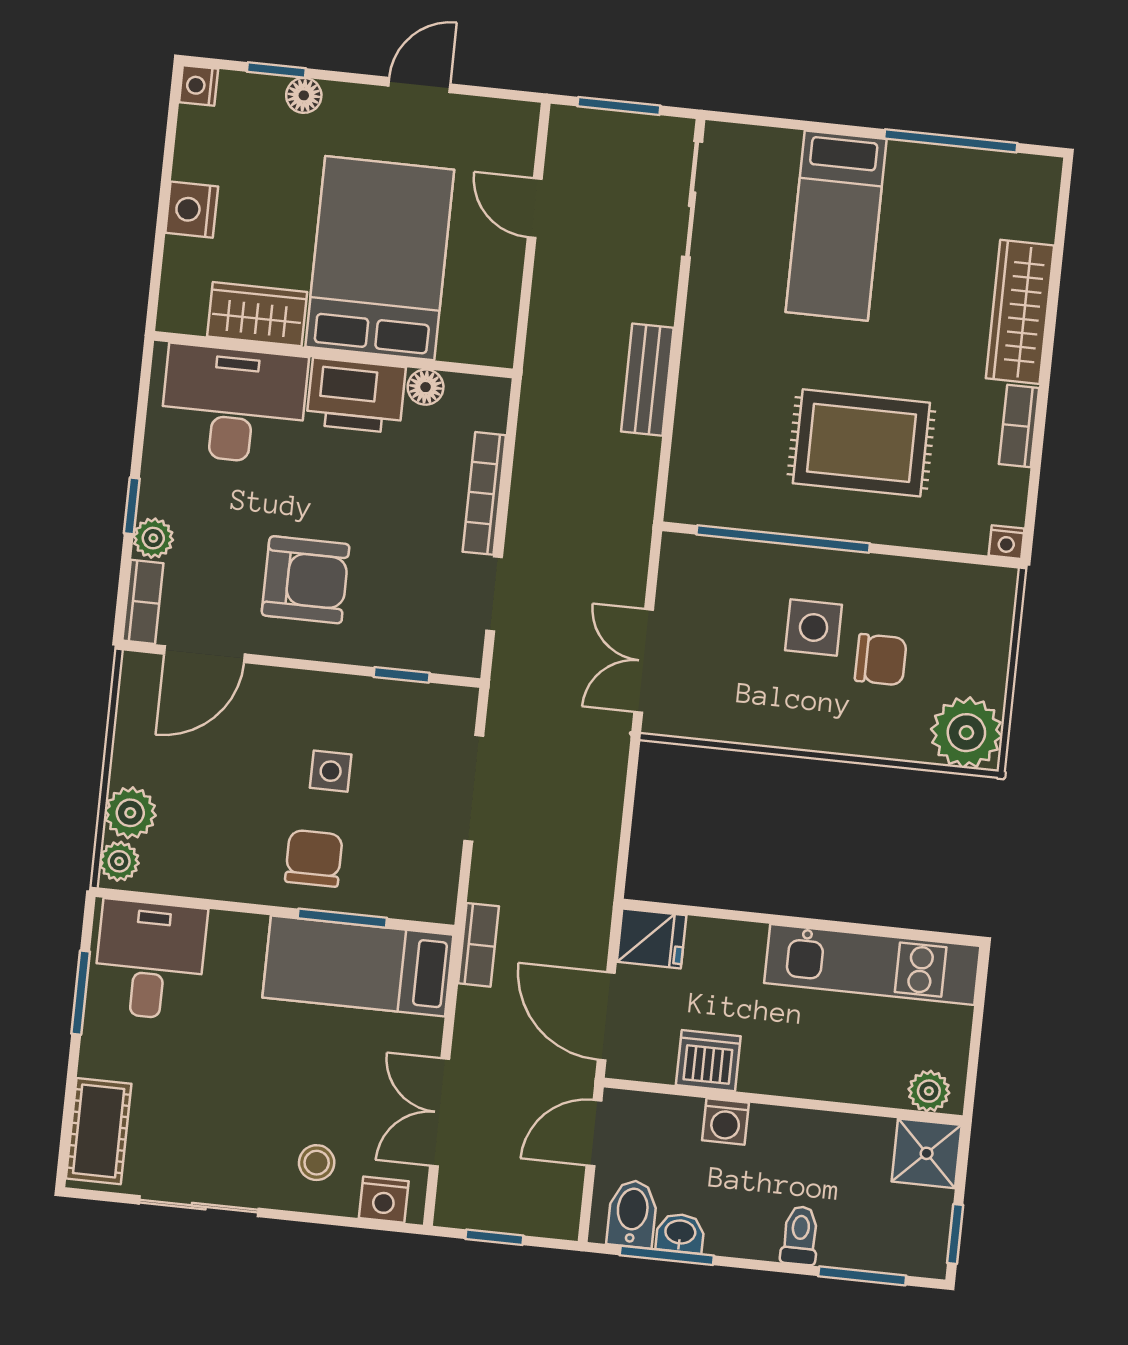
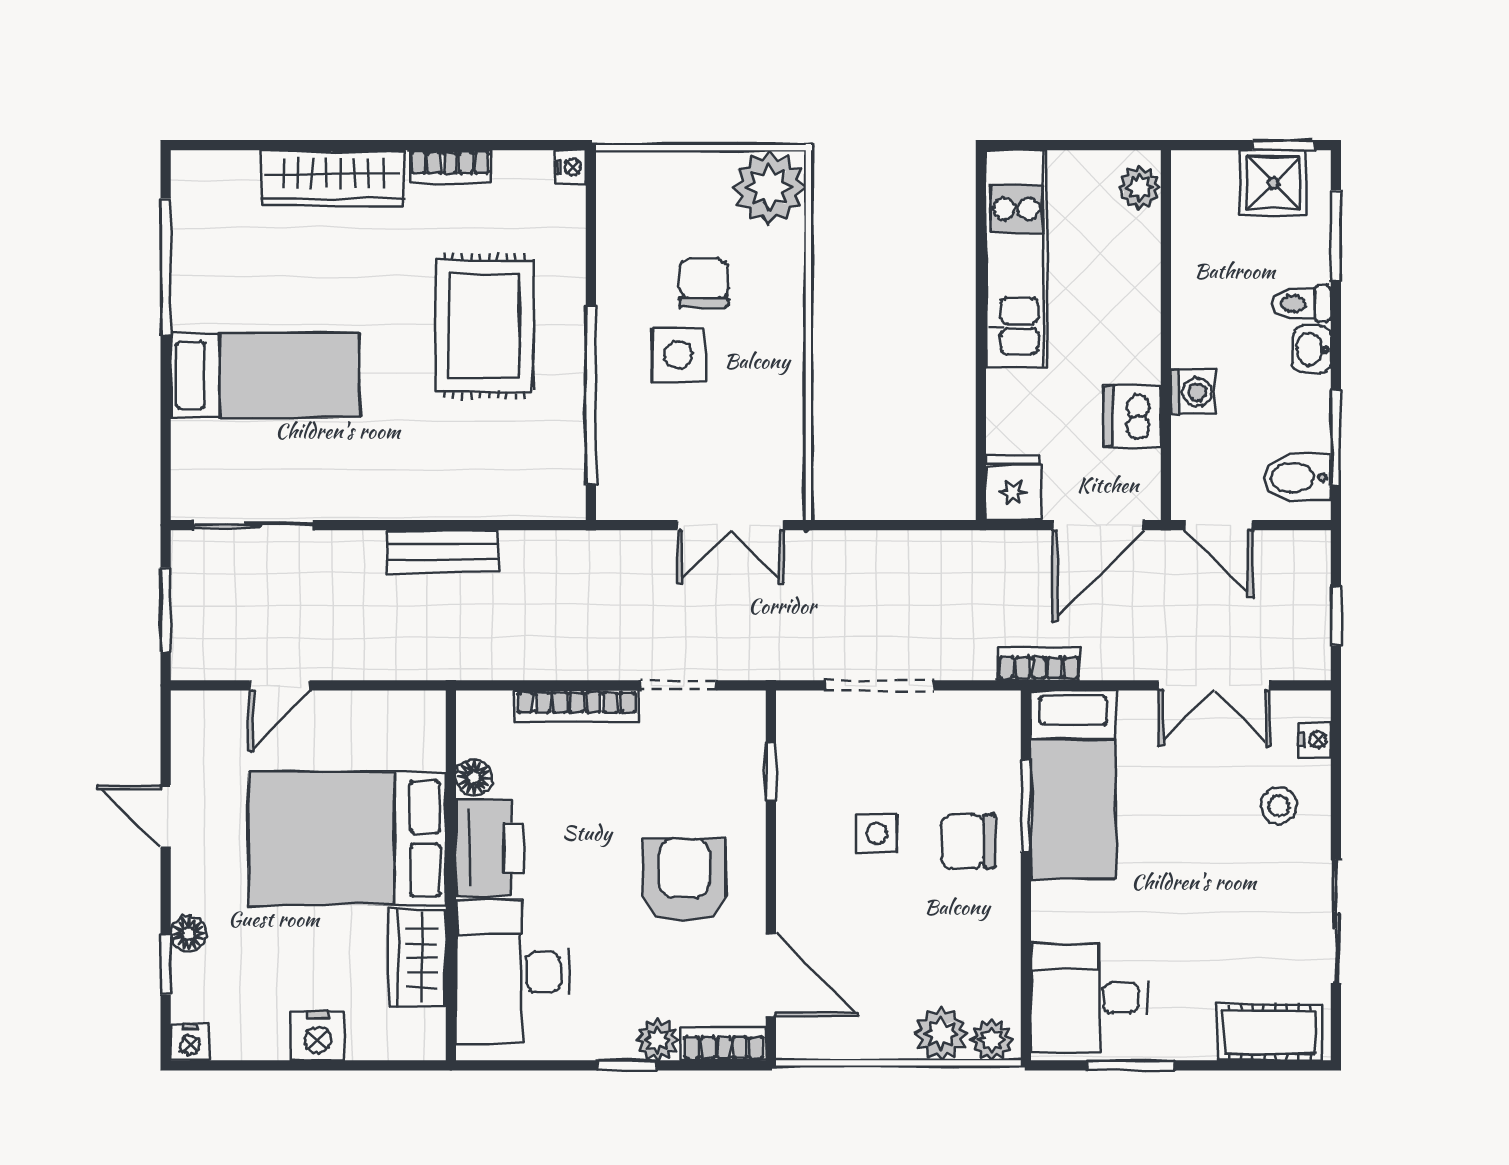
shower: (927, 1153) -> (1273, 183), moved
nightstand: (384, 1200) -> (1315, 740), width x0.72, depth x0.74
washbasin: (680, 1233) -> (1312, 350), moved

